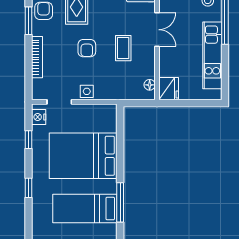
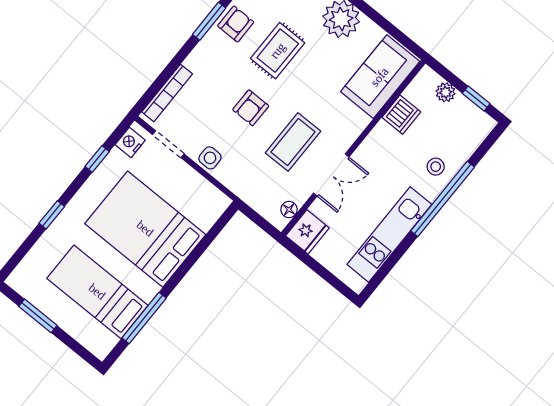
double door: (157, 30) -> (331, 175), moved
coffee table: (123, 48) -> (293, 142), width x1.36, depth x1.30
bookcase: (37, 57) -> (167, 93), moved

